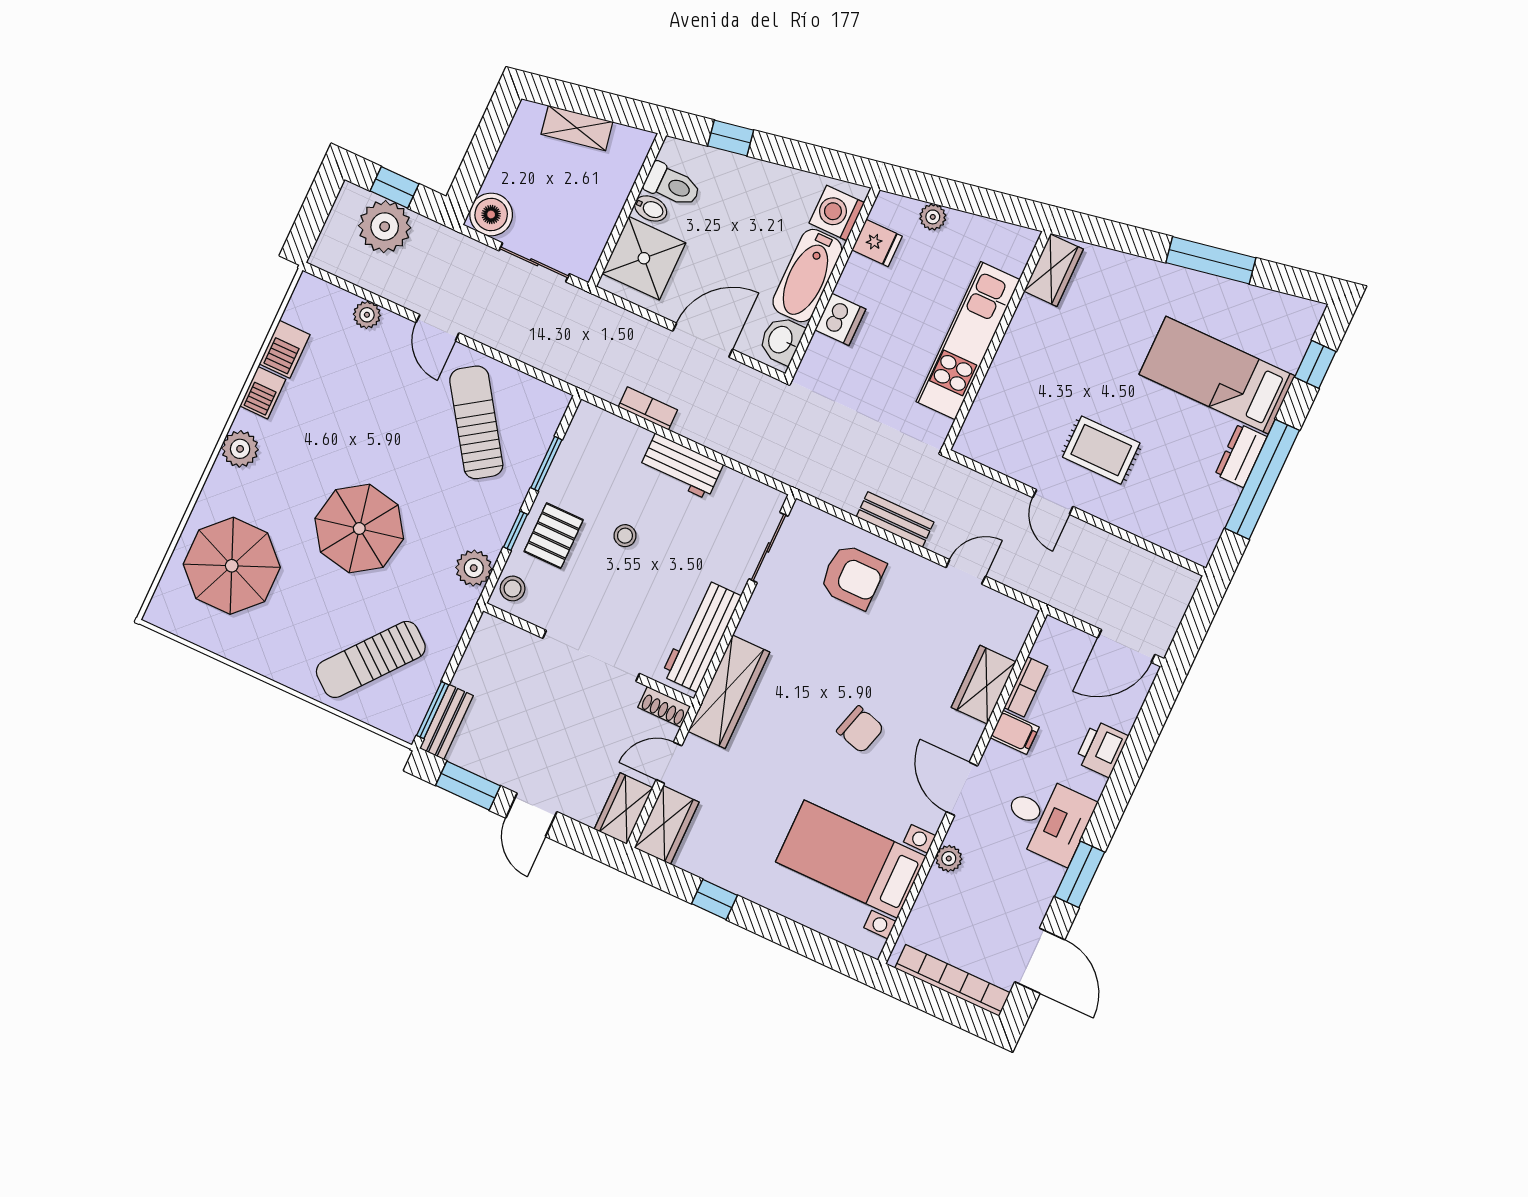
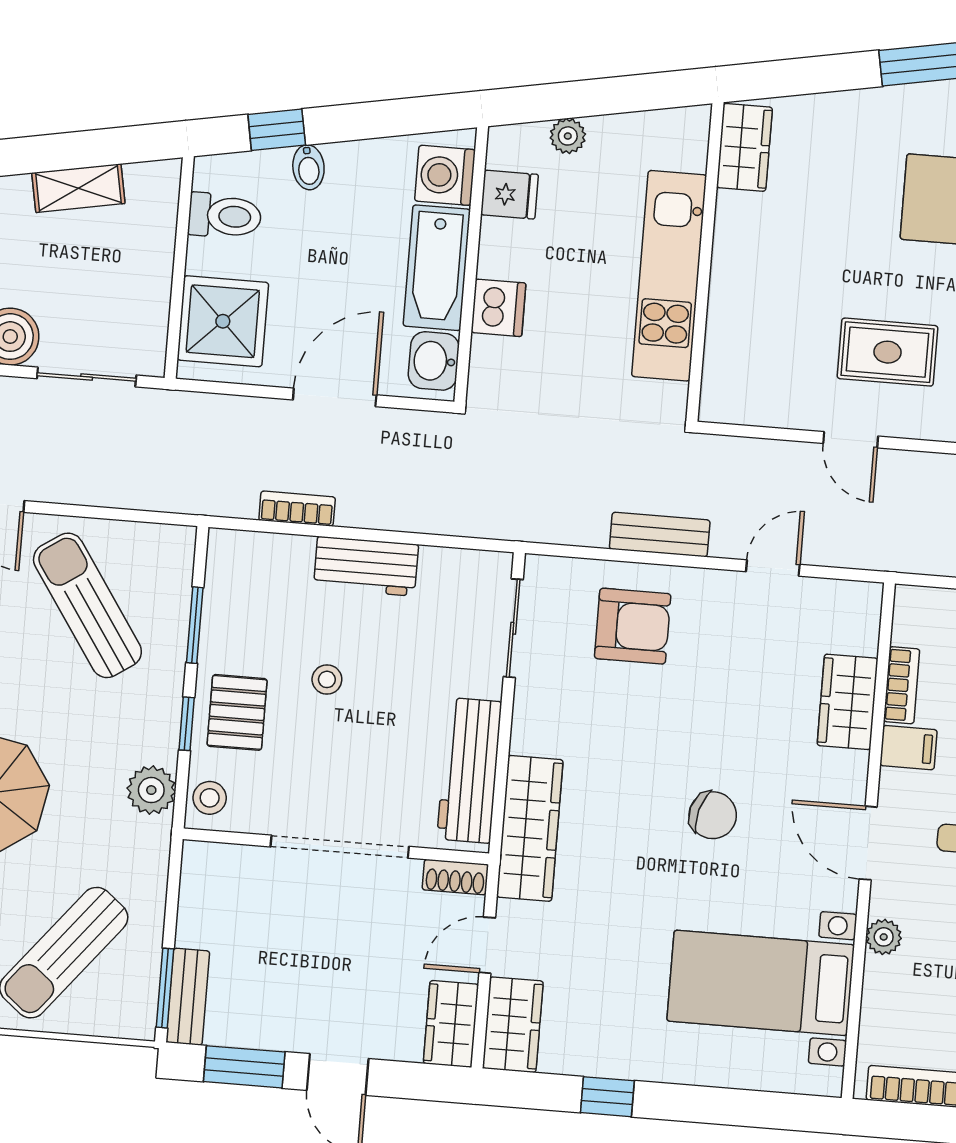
bidet: (651, 208) -> (308, 167), moved, turned 79

